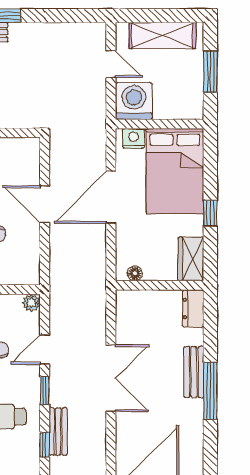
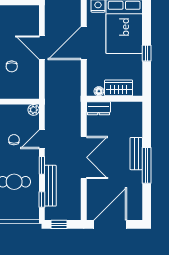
wardrobe: (191, 259) -> (119, 88), moved, turned 90
dresser: (193, 308) -> (98, 108), moved, turned -90
bench: (58, 431) -> (50, 186), width x1.36

